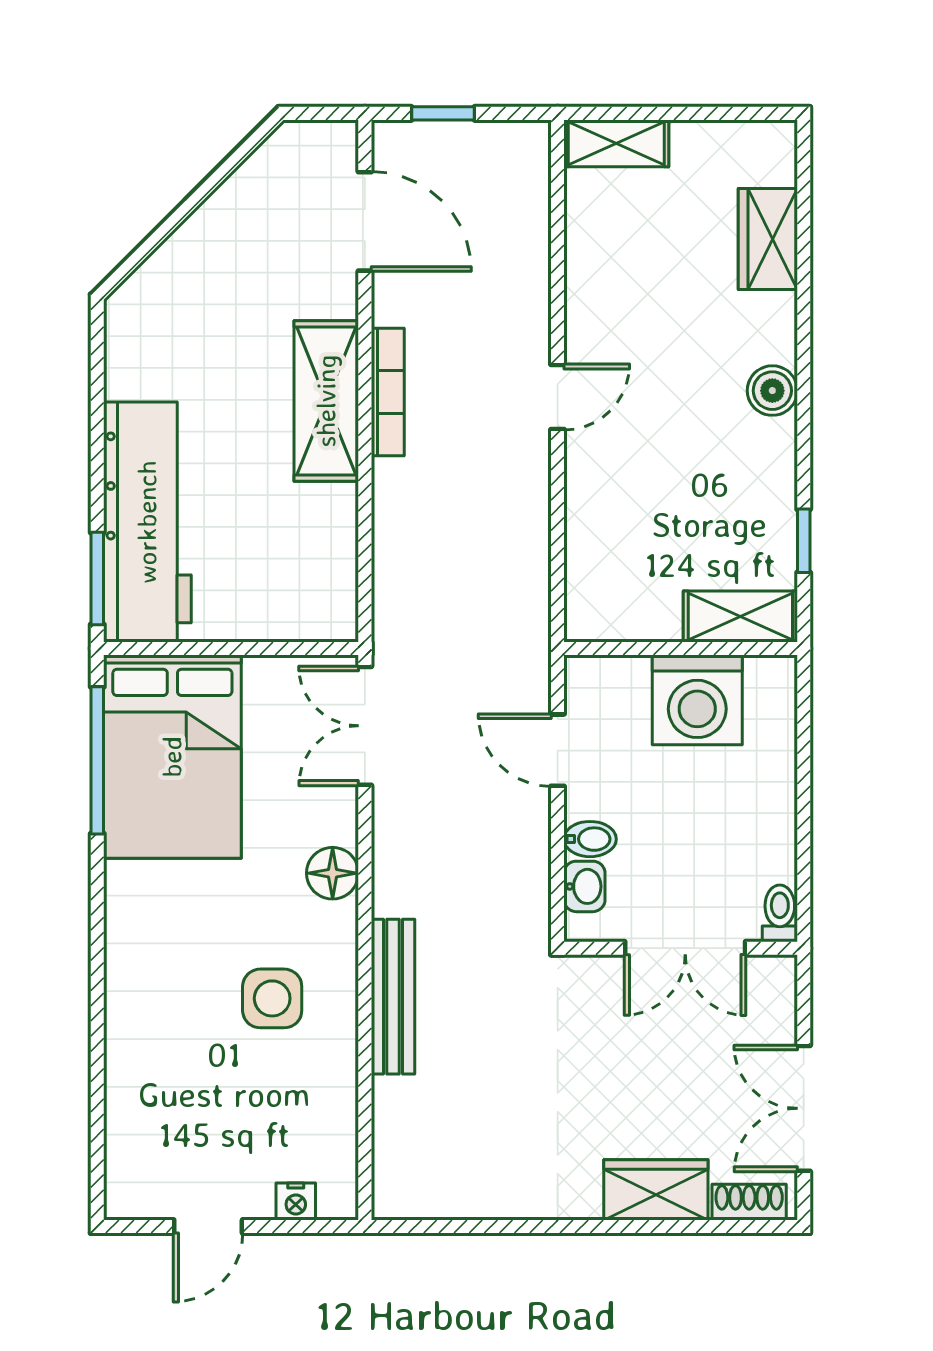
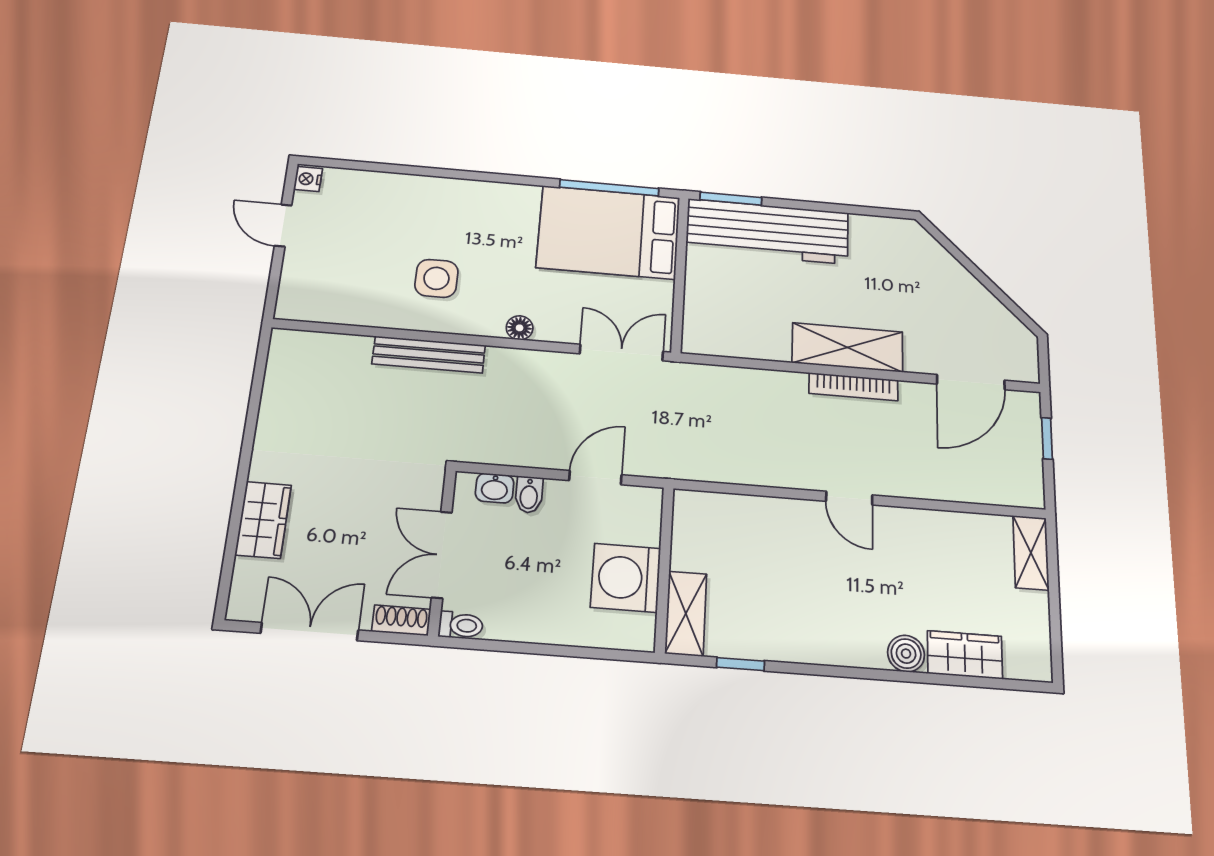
boiler: (772, 391) -> (906, 654), moved
floor lamp: (333, 873) -> (520, 328), width x0.73, depth x0.73
nightstand: (296, 1202) -> (308, 179), moved
shoe rack: (749, 1202) -> (401, 620), moved, turned -90

